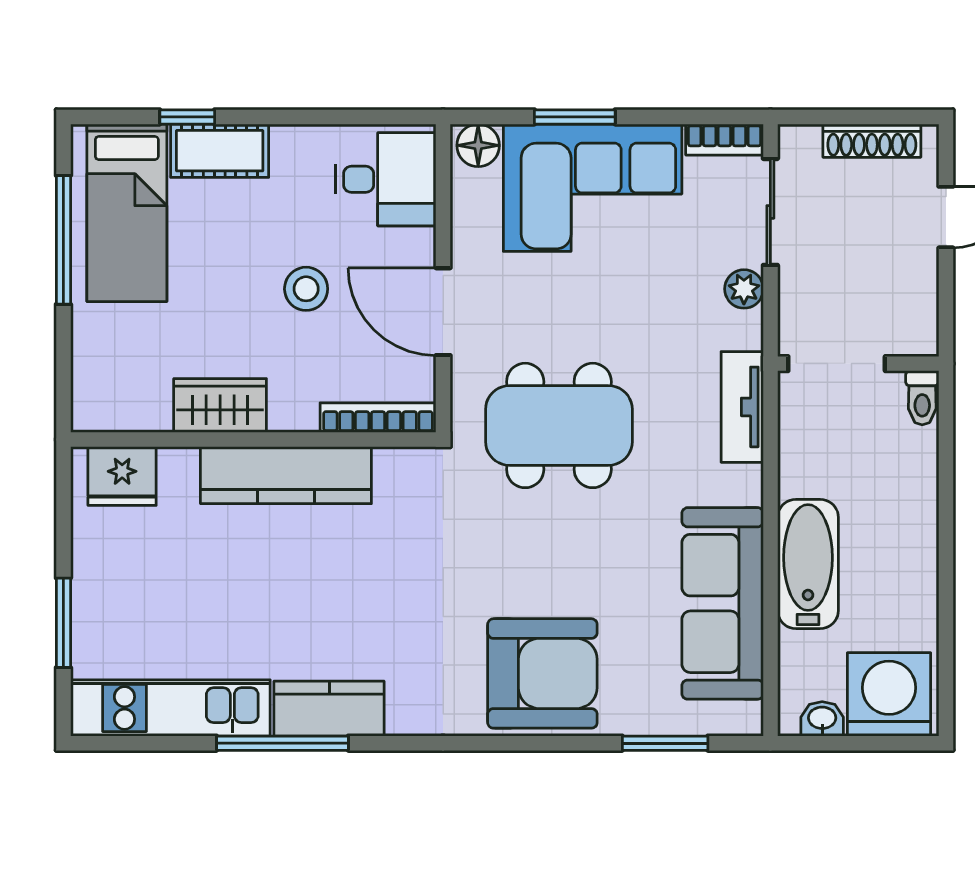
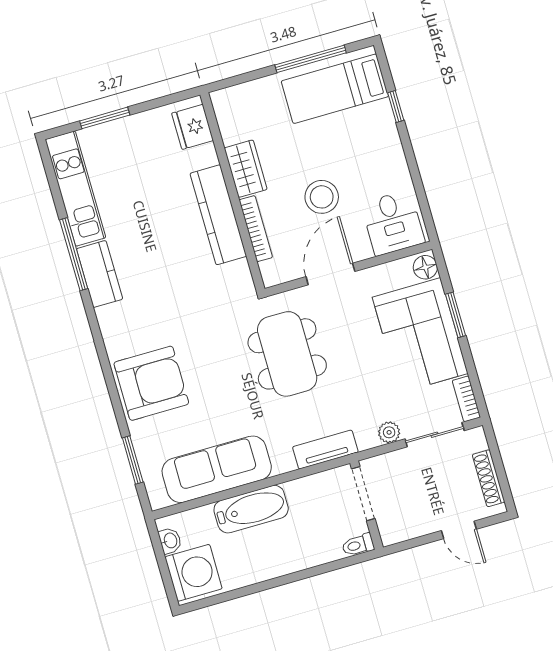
cot: (220, 151) -> (383, 129), removed
stool: (306, 289) -> (322, 197), width x1.38, depth x1.38
bookcase: (378, 418) -> (256, 229), moved
armchair: (542, 673) -> (151, 383), turned -90

